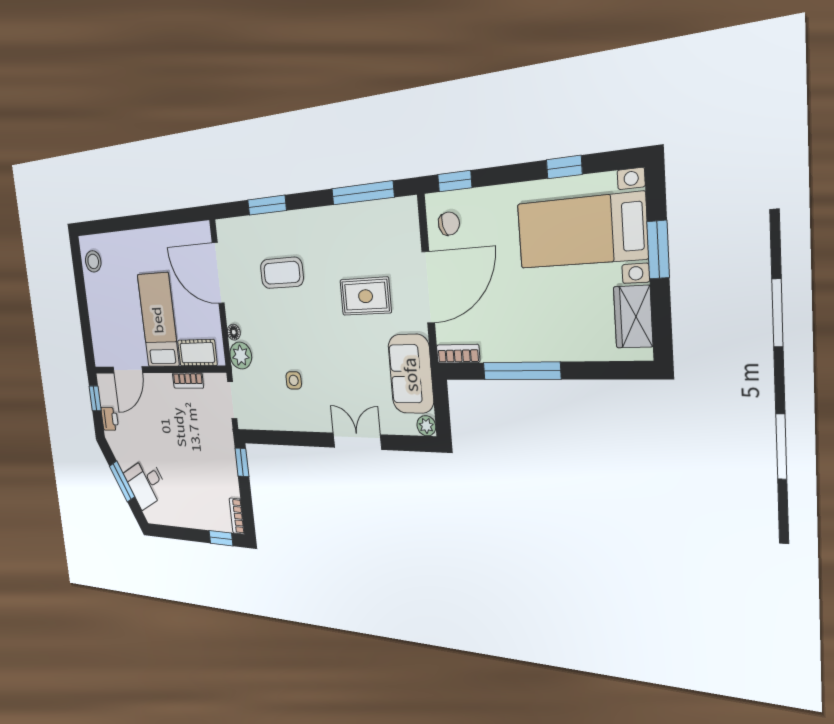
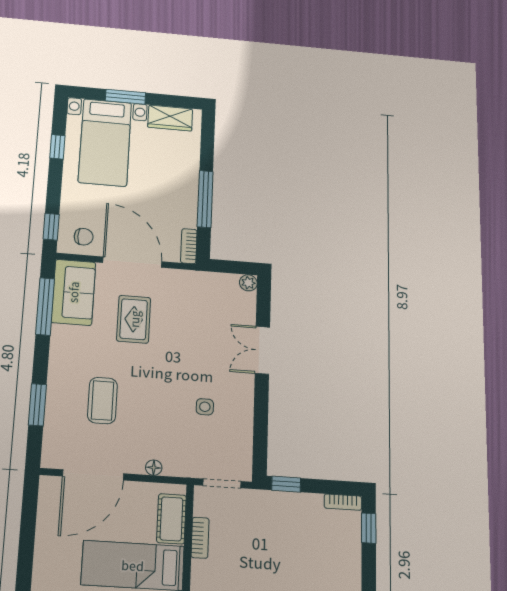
chair: (449, 224) -> (84, 237), turned 104
plant: (241, 356) -> (178, 464), removed
sofa: (411, 374) -> (73, 292), moved, turned -90

